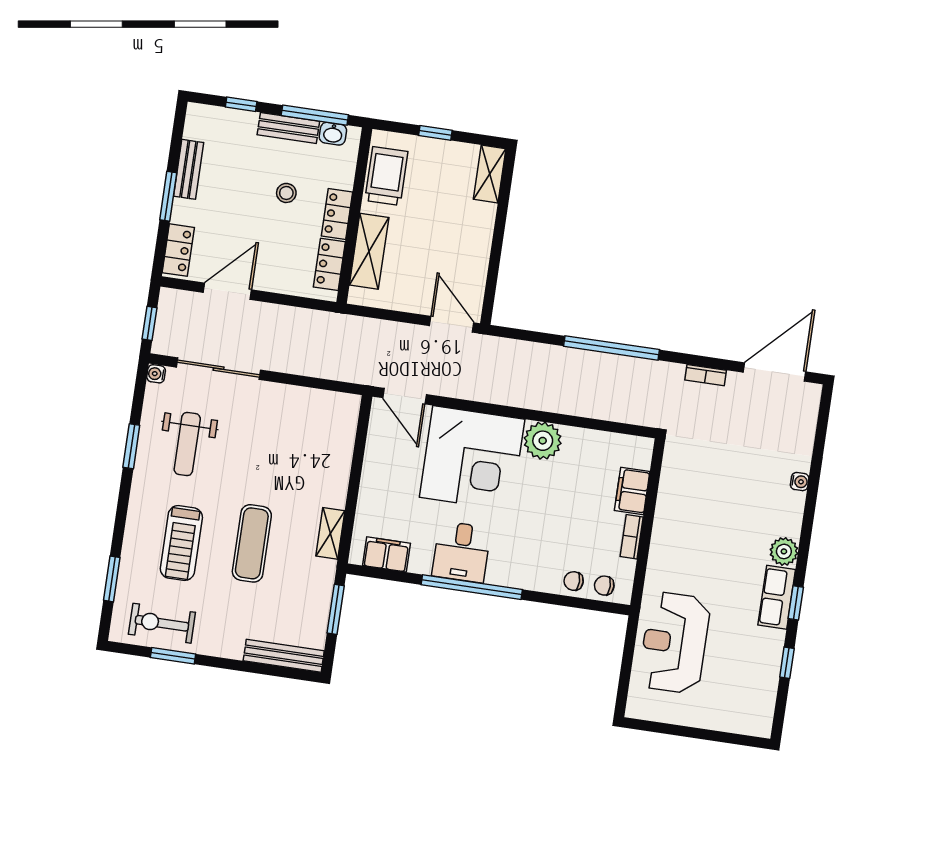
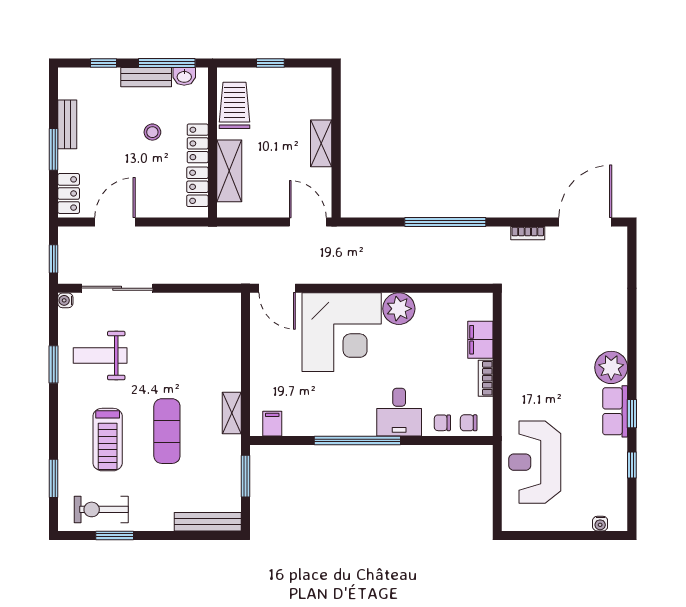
shelving: (490, 174) -> (321, 143), moved
weight bench: (187, 444) -> (100, 356), turned 90
water cooler: (800, 482) -> (600, 524), moved, turned 90
plant: (784, 551) -> (611, 367), width x1.36, depth x1.36
desk: (461, 552) -> (399, 412), moved
filing cabinet: (386, 554) -> (272, 424), width x0.50

